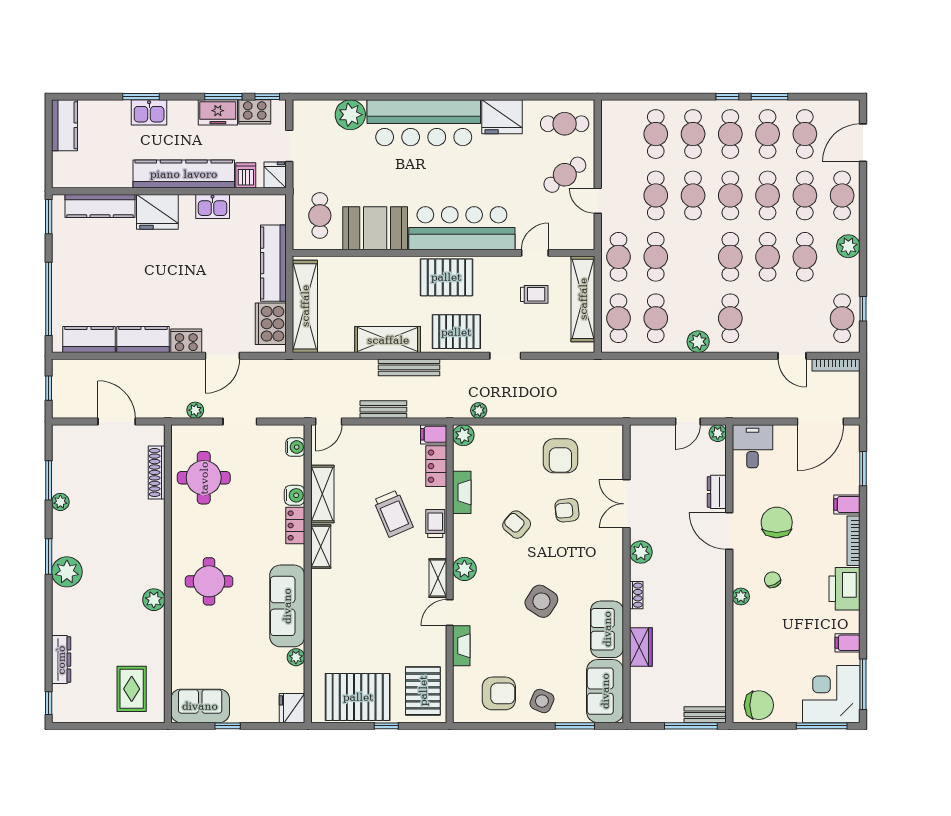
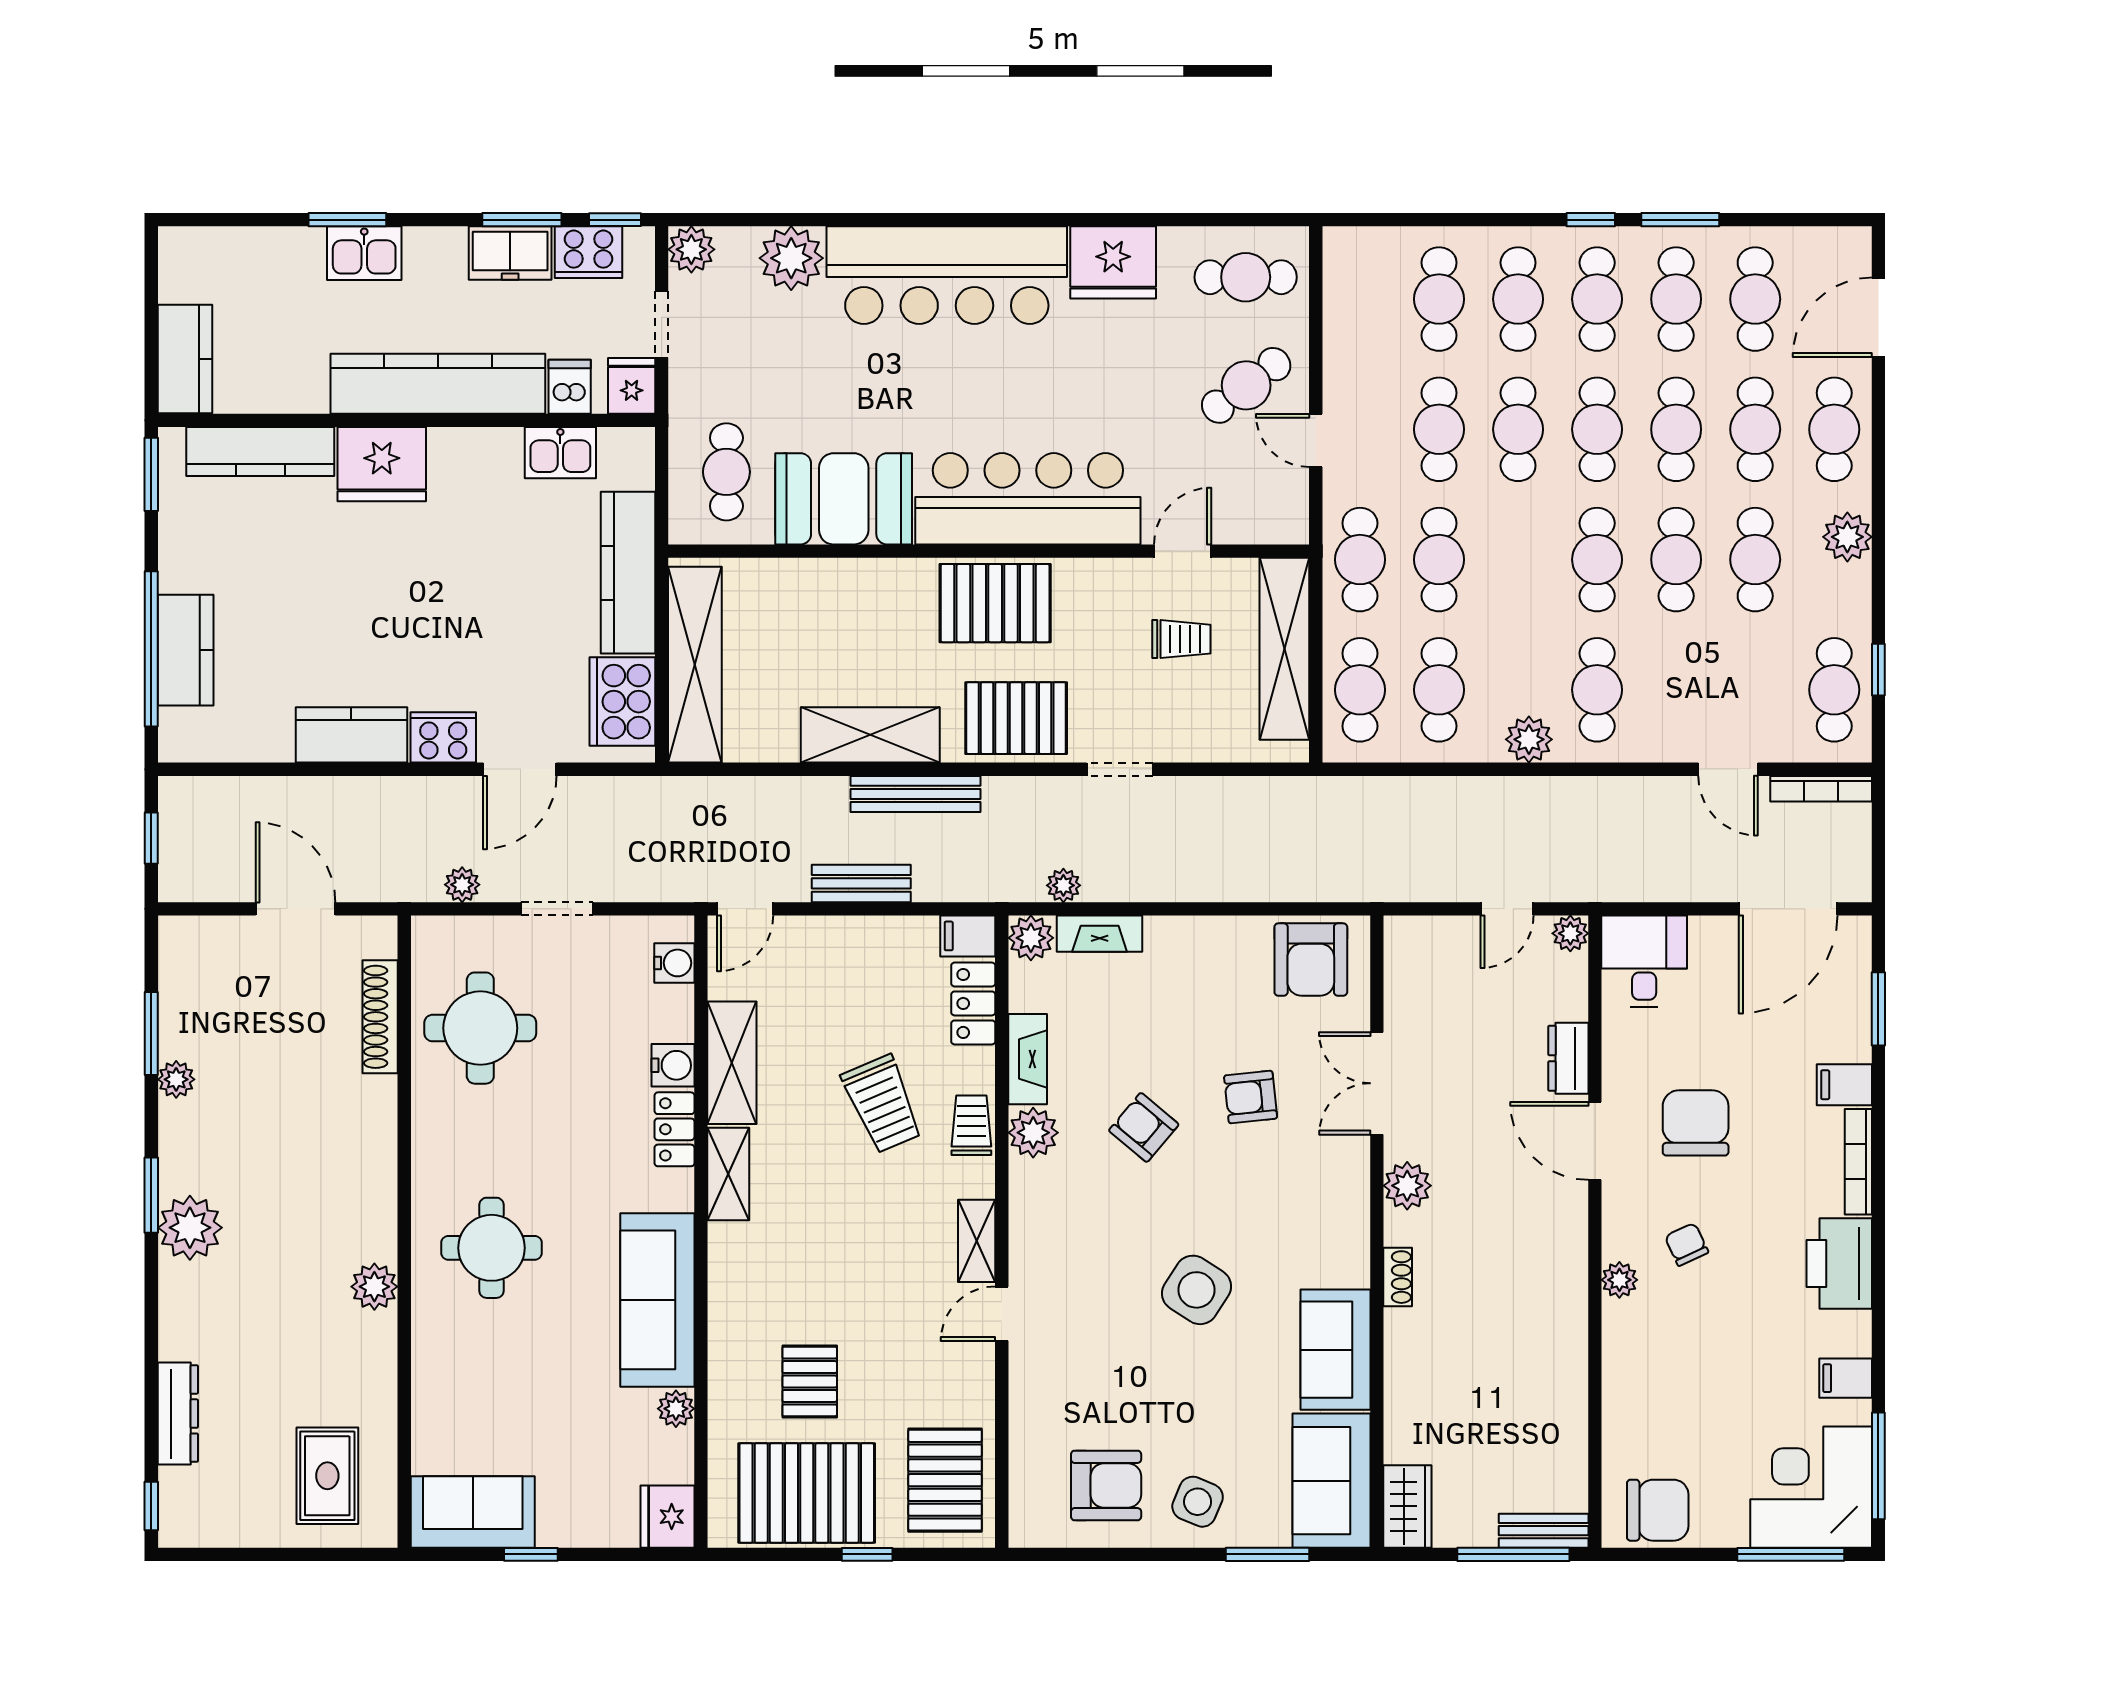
plant: (303, 111) -> (691, 249), added
kitchen counter: (64, 125) -> (185, 359), moved
kitchen sink: (213, 206) -> (560, 453), moved
kitchen counter: (89, 340) -> (186, 650), moved, turned 90
armchair: (560, 456) -> (1311, 960), moved
plant: (464, 569) -> (1033, 1133), moved
pallet: (359, 644) -> (810, 1382), added
fireplace: (461, 646) -> (1100, 934), moved, turned 90
wardrobe: (641, 647) -> (1407, 1506), moved

